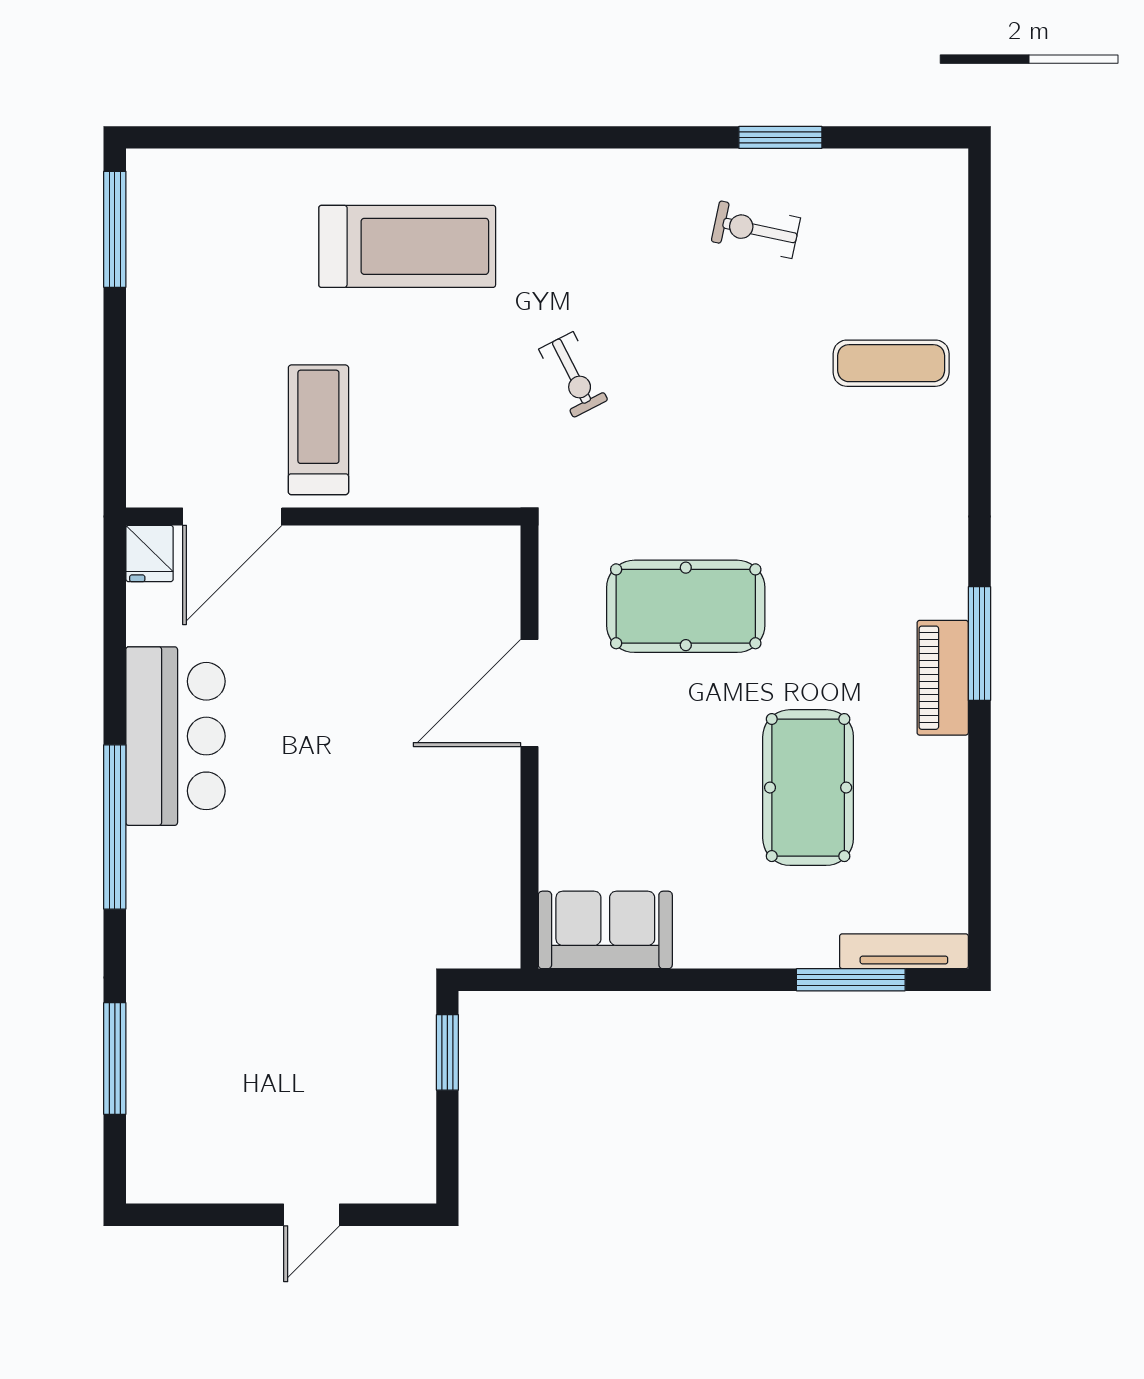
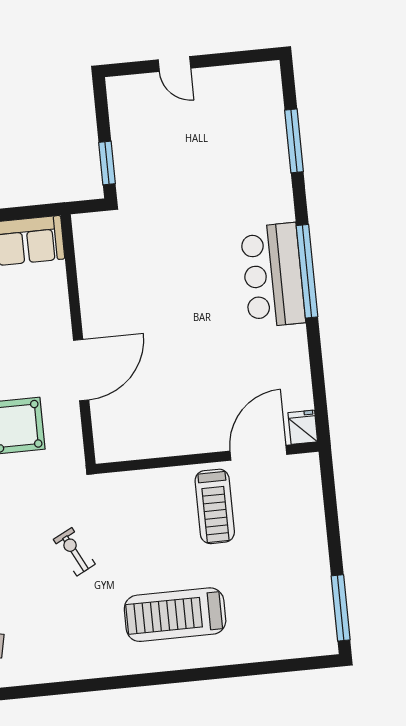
bar counter: (176, 736) -> (273, 275), moved
door: (312, 1215) -> (174, 64), swing flipped

